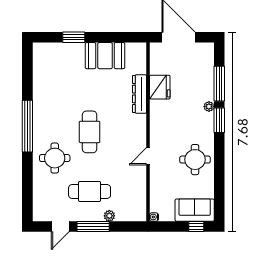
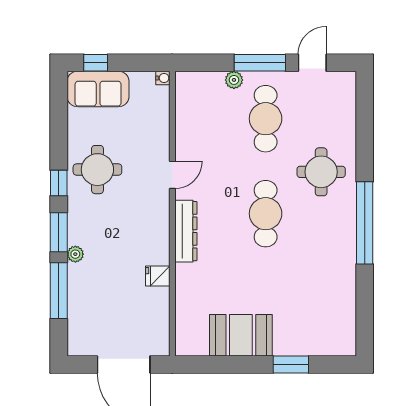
fridge: (160, 87) -> (158, 276), width x0.53, depth x0.75
dresser: (140, 94) -> (186, 231), moved
window: (219, 151) -> (59, 183), added
cafe table: (90, 191) -> (266, 119), turned 90

